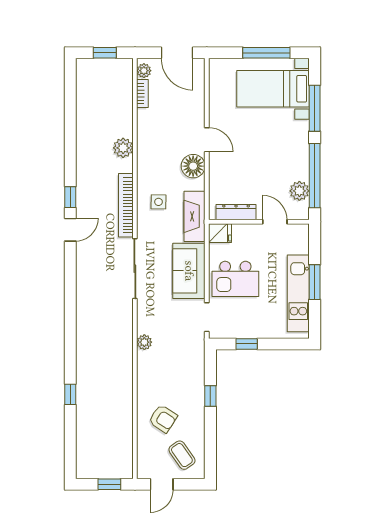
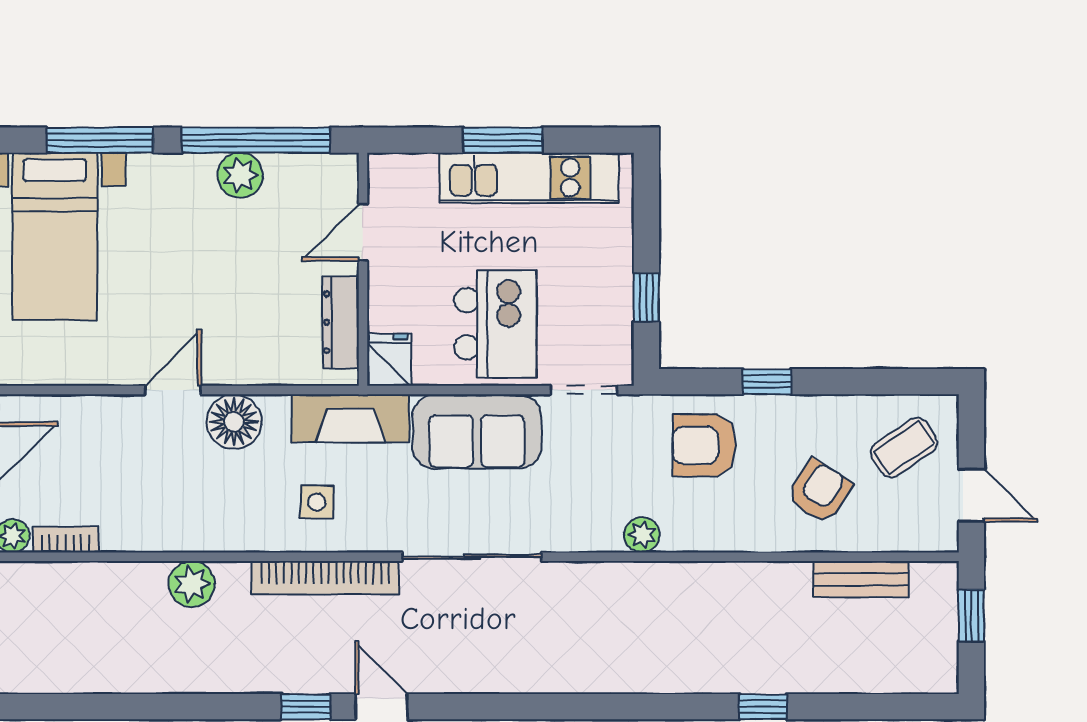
plant: (299, 191) -> (240, 175), moved
armchair: (183, 369) -> (704, 445), added
bench: (125, 436) -> (861, 579), added

